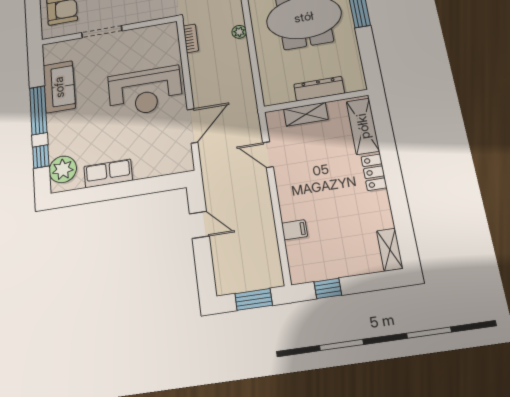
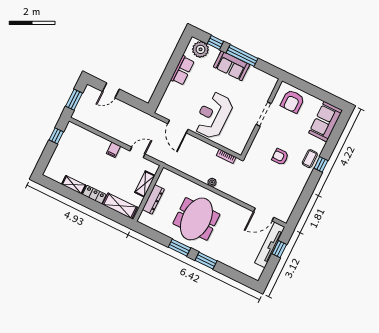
sofa: (59, 87) -> (232, 66), moved
door: (199, 225) -> (111, 90), moved
filing cabinet: (294, 230) -> (113, 150), moved
shelving: (390, 250) -> (74, 185), moved

